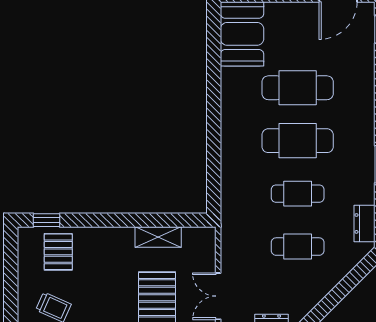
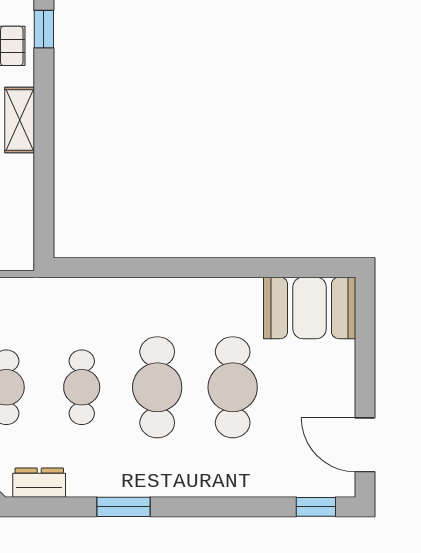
shelving: (158, 237) -> (20, 120), moved

